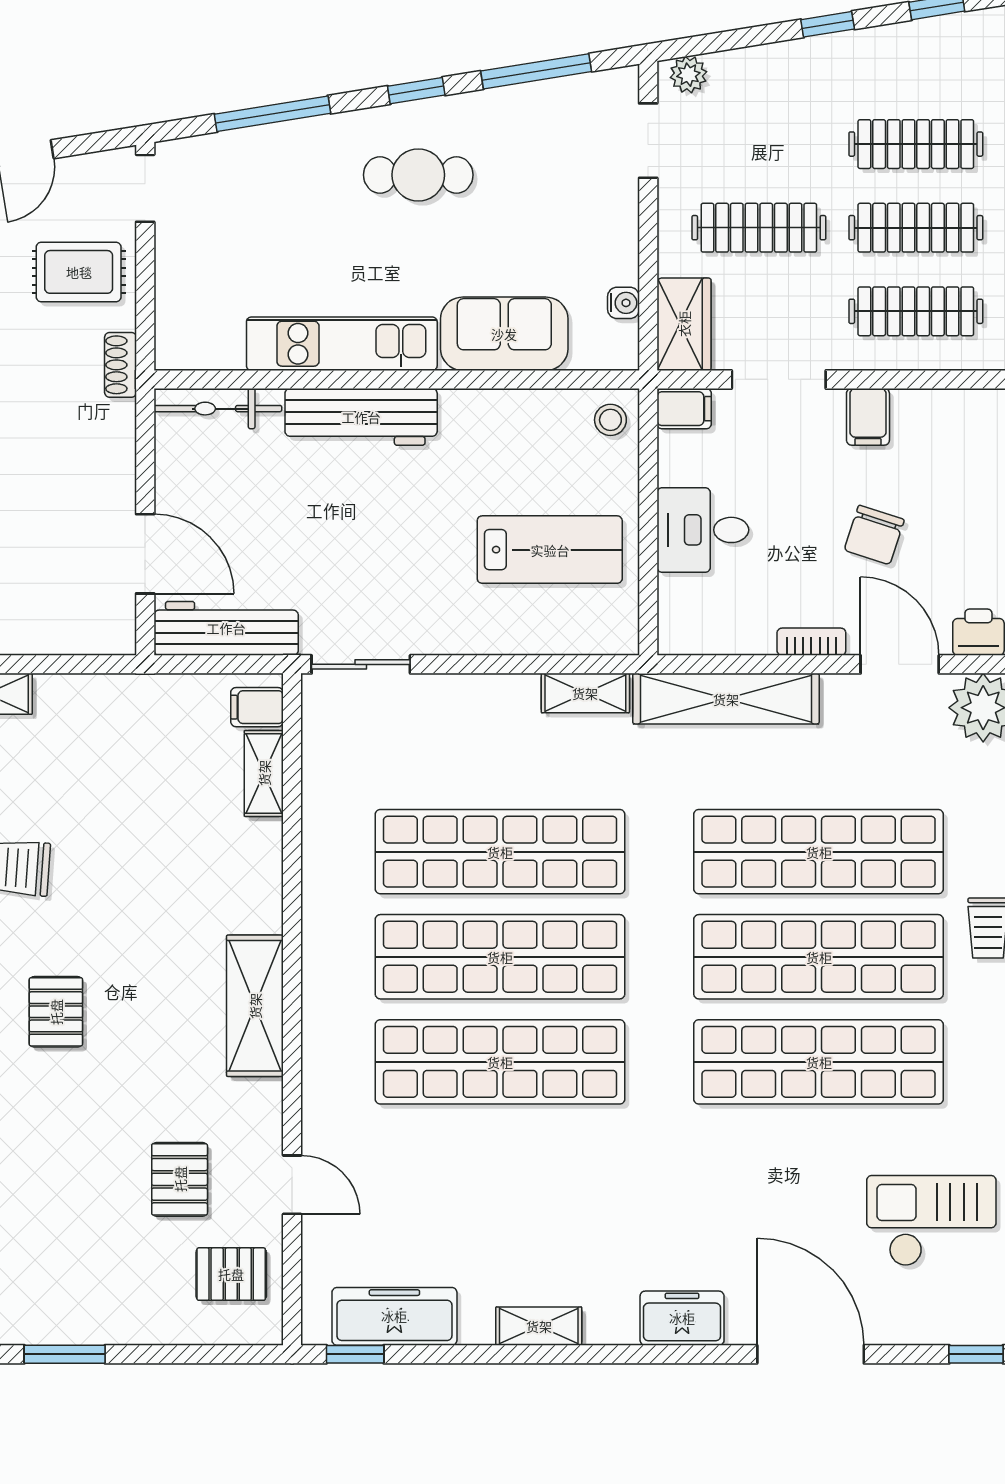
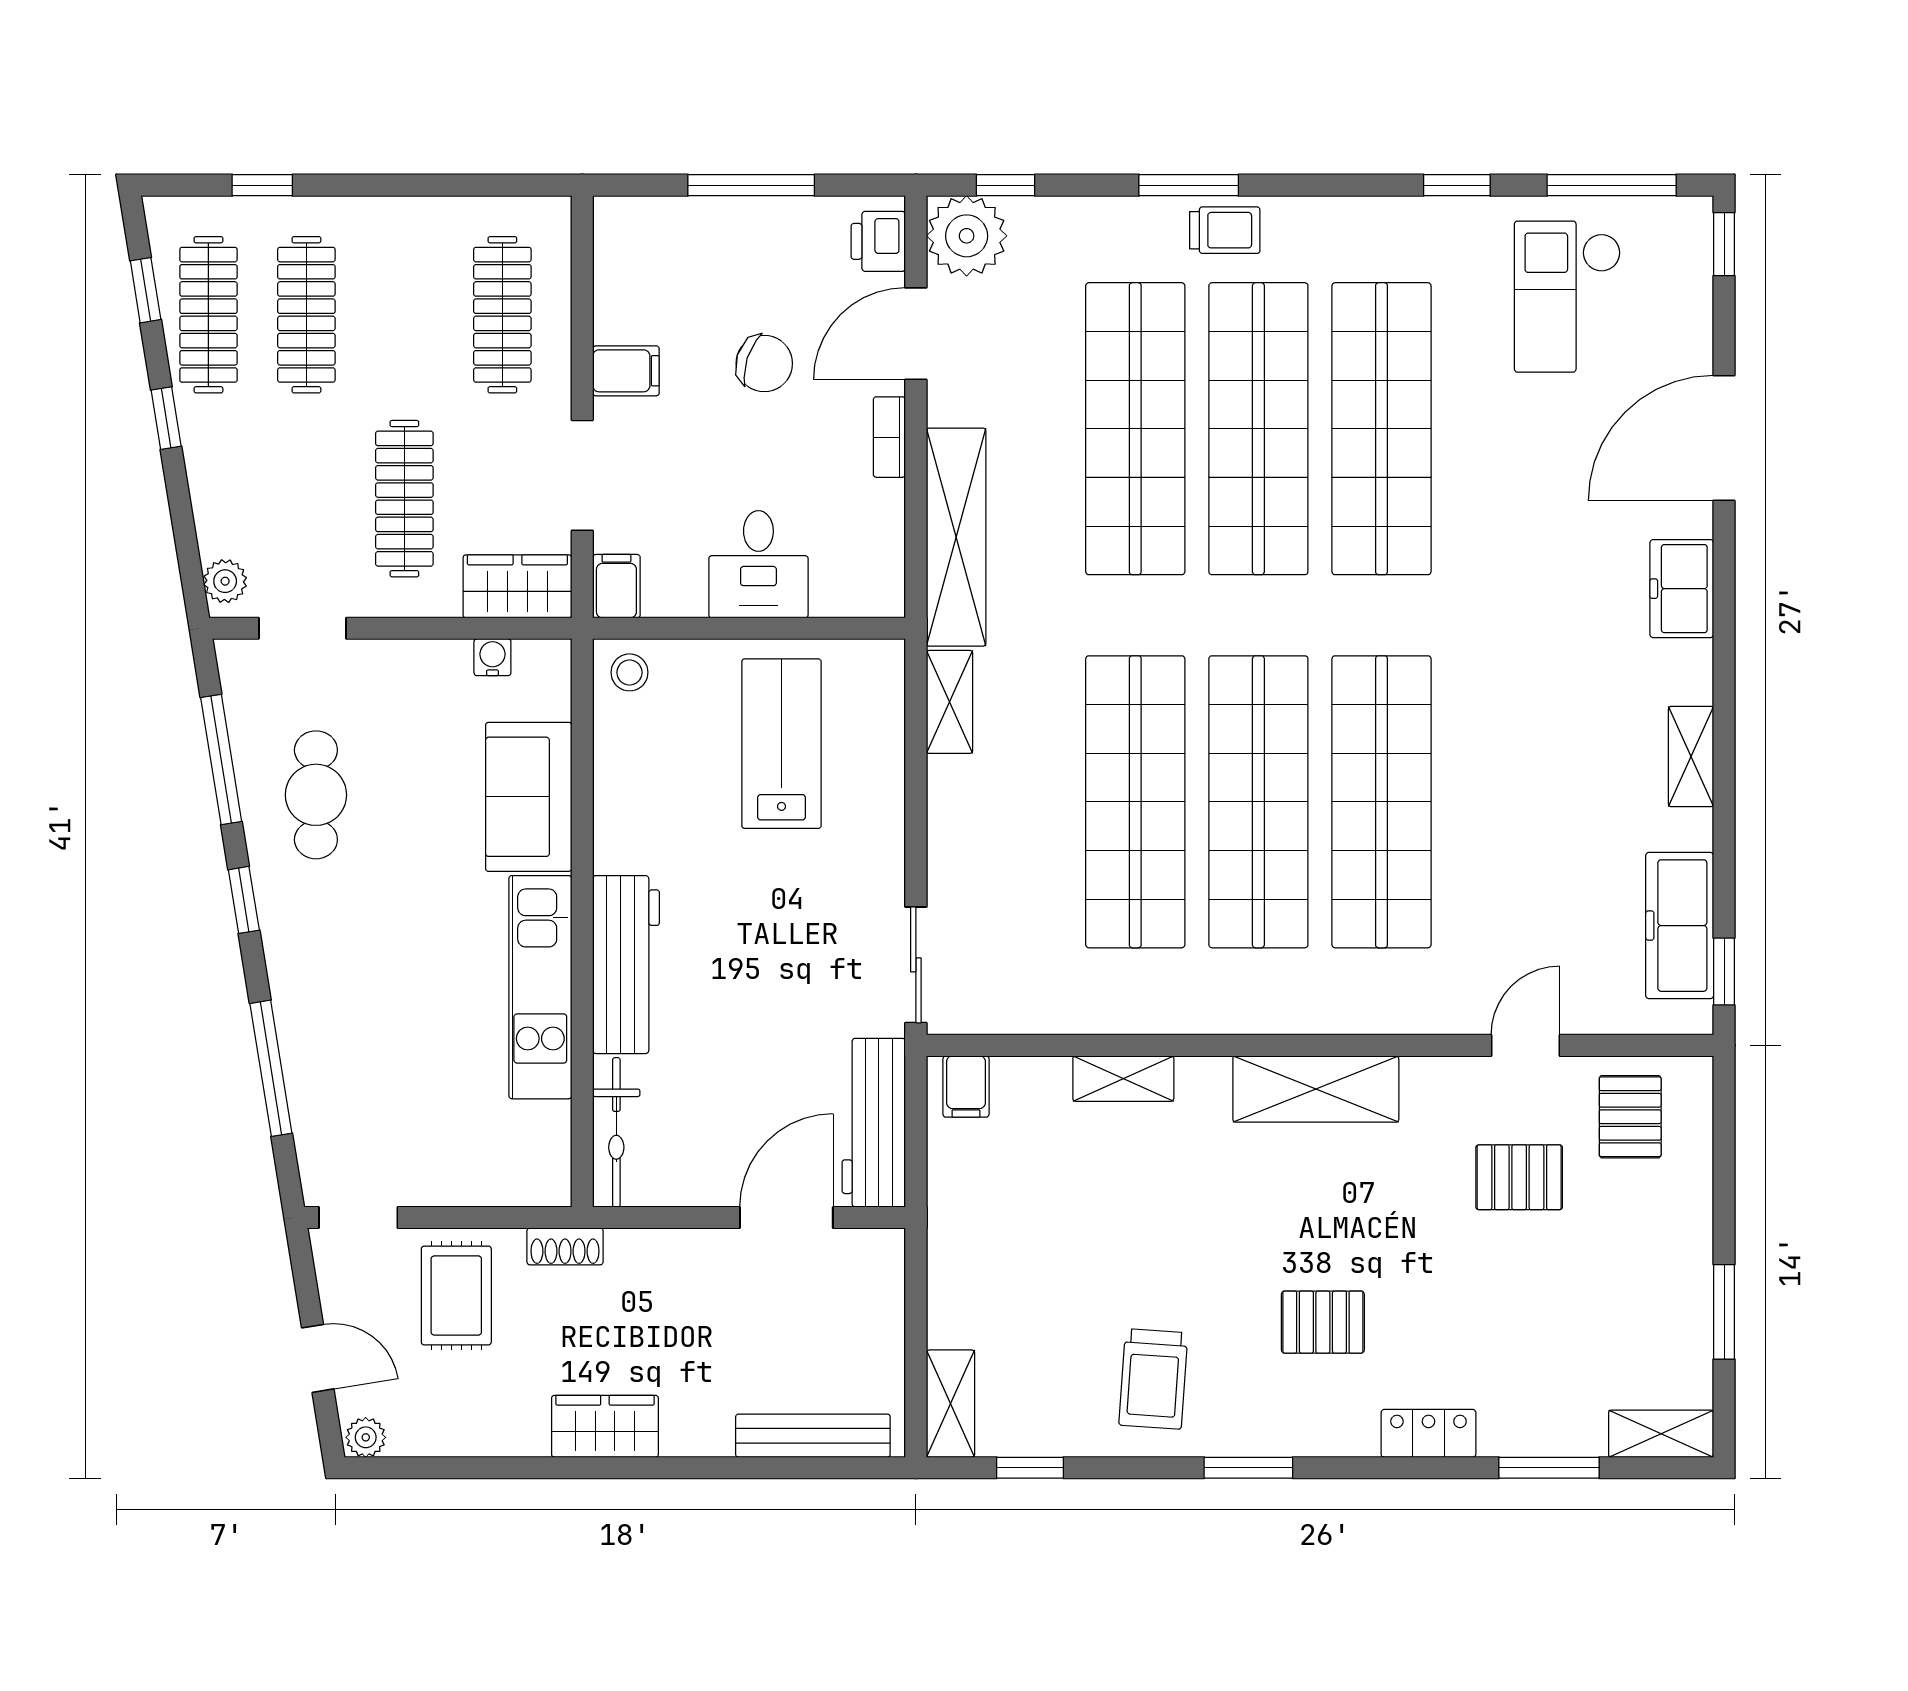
cafe table: (418, 175) -> (316, 795), moved
clothes rail: (916, 228) -> (208, 315), moved
shelving: (264, 773) -> (1123, 1079), moved

